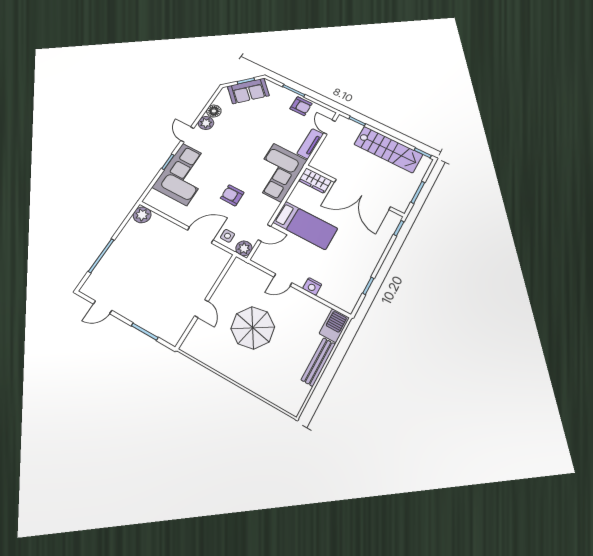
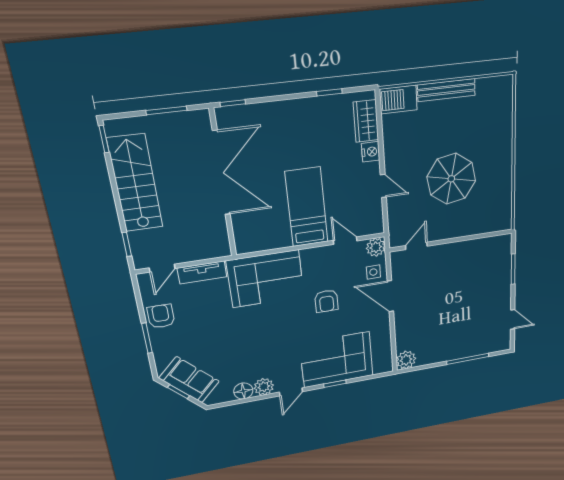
wardrobe: (315, 180) -> (366, 121), moved, turned 180
door: (201, 309) -> (416, 246), moved

